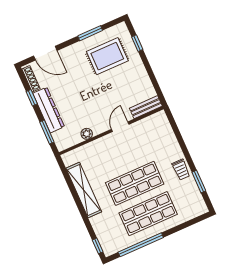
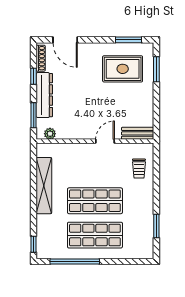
window: (90, 33) -> (128, 40), moved
window: (137, 43) -> (156, 69), width x1.50
plant: (87, 134) -> (50, 134), moved
trolley: (181, 170) -> (139, 169), moved

